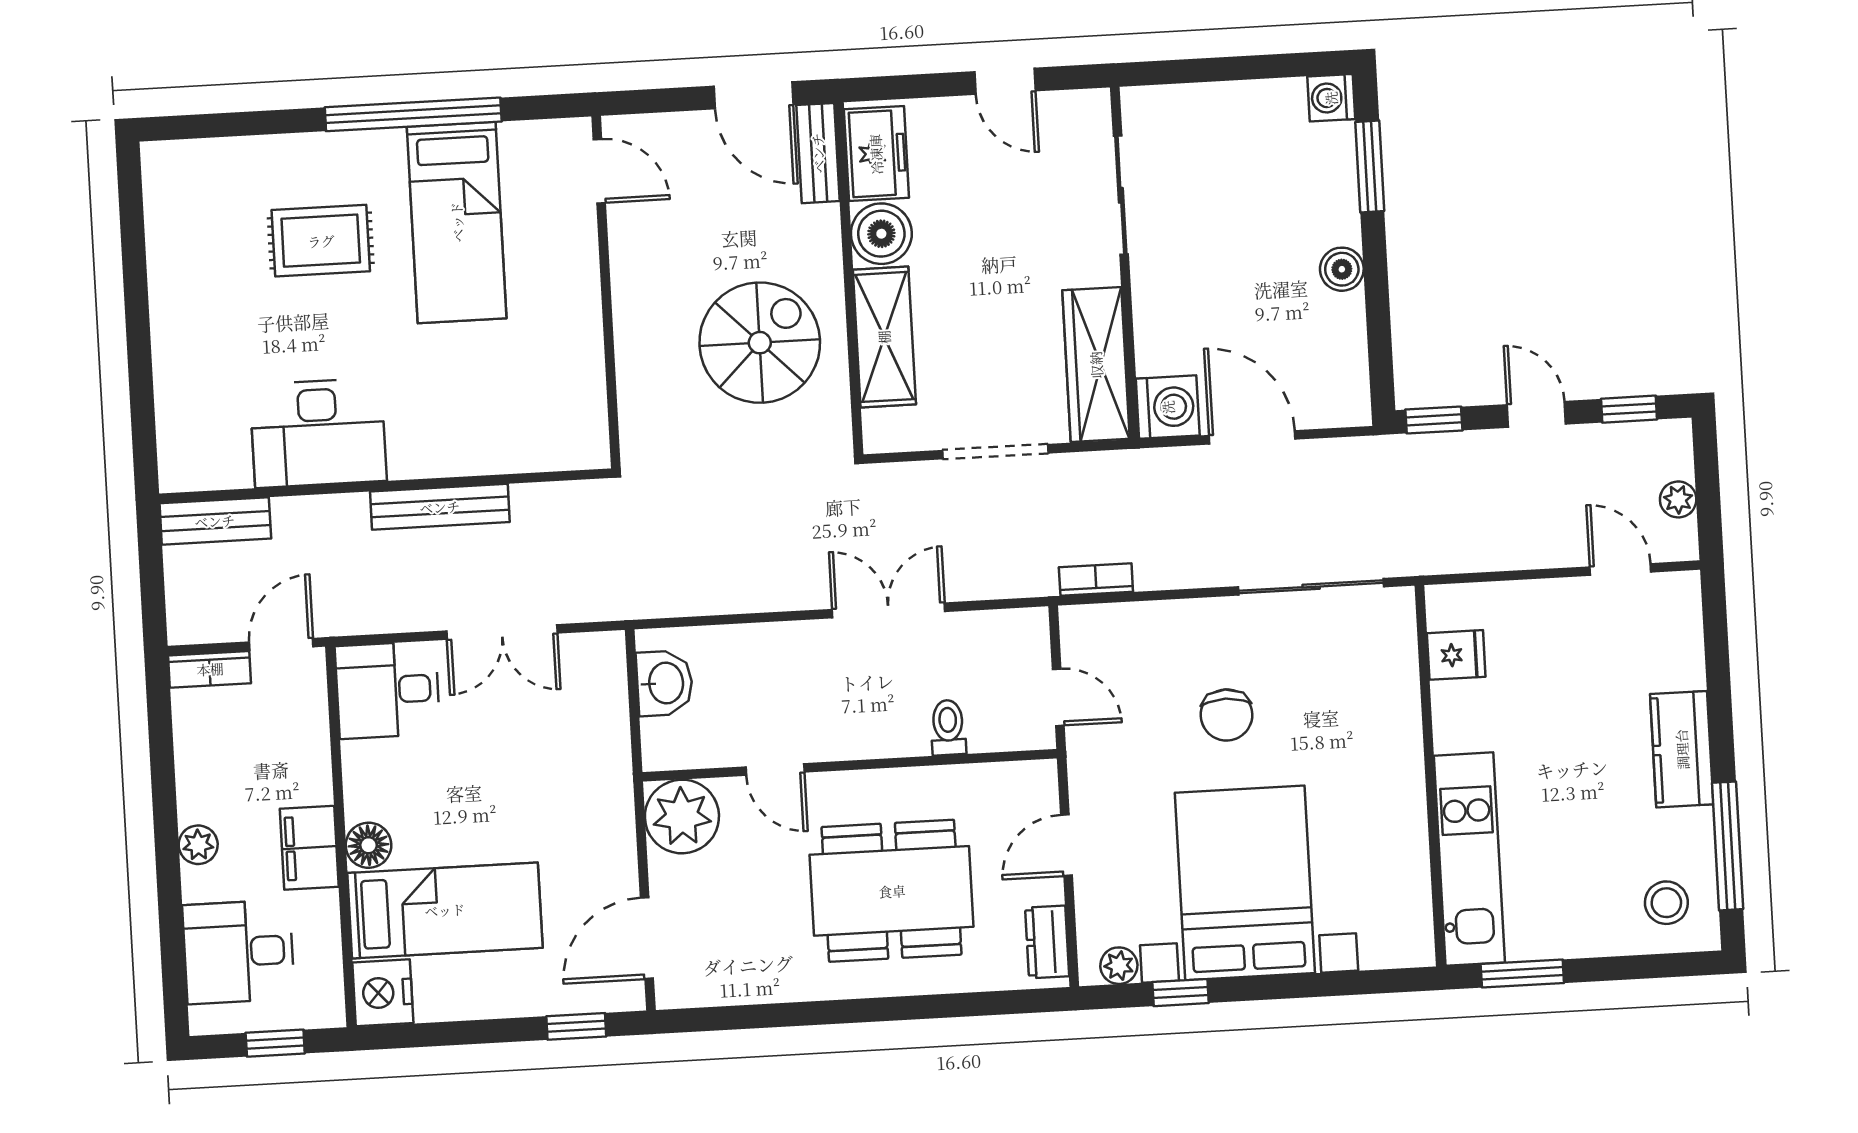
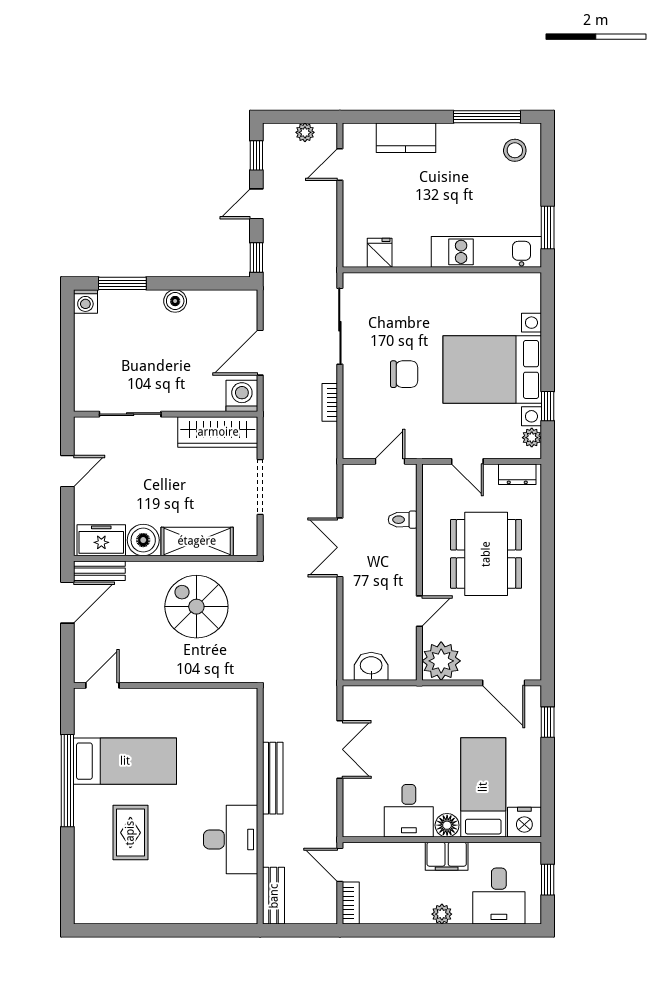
bookcase: (1096, 580) -> (330, 402), moved
desk: (388, 690) -> (409, 811), moved
kitchen counter: (1682, 749) -> (406, 138), moved

